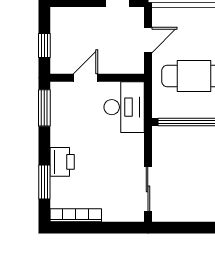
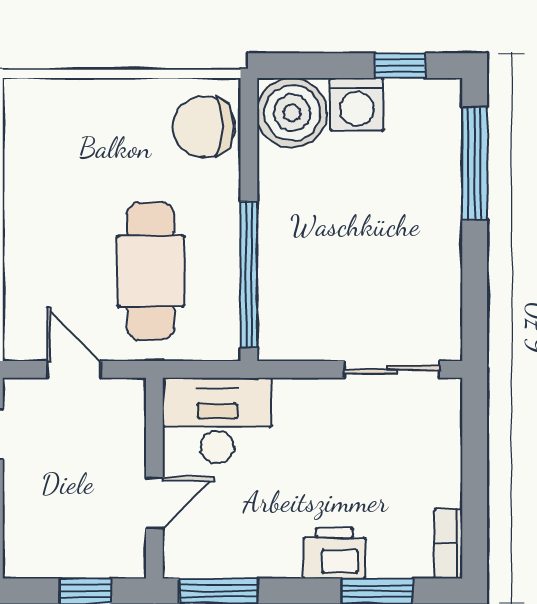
door: (85, 78) -> (154, 503), swing flipped
bookcase: (76, 215) -> (448, 544), width x0.64

